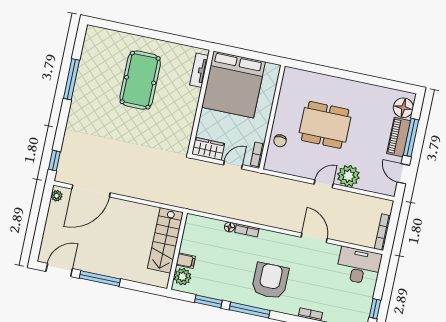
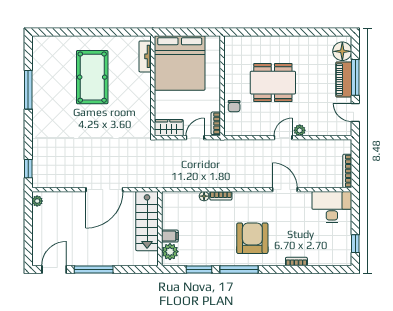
plant: (348, 176) -> (300, 130), width x0.53, depth x0.53
door: (91, 191) -> (104, 190), moved

